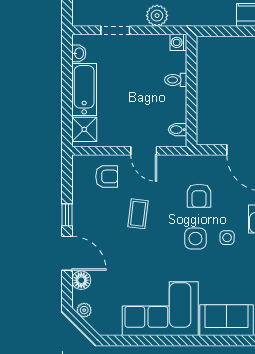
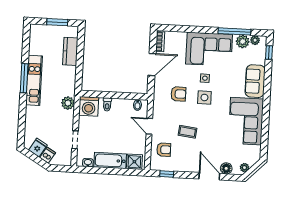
plant: (157, 16) -> (68, 103), moved
washing machine: (178, 42) -> (89, 106), width x1.89, depth x1.89
door: (144, 151) -> (149, 126), swing flipped
armchair: (107, 176) -> (164, 150), turned 90
window: (67, 215) -> (167, 174), moved
door: (67, 253) -> (209, 176), hinge flipped

